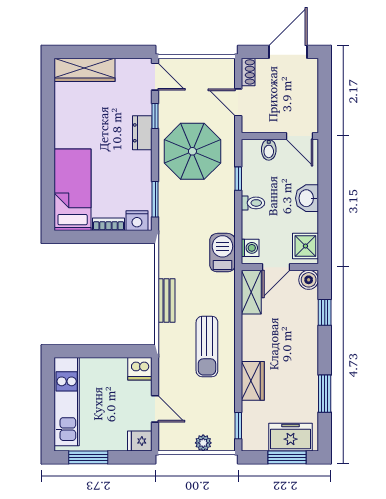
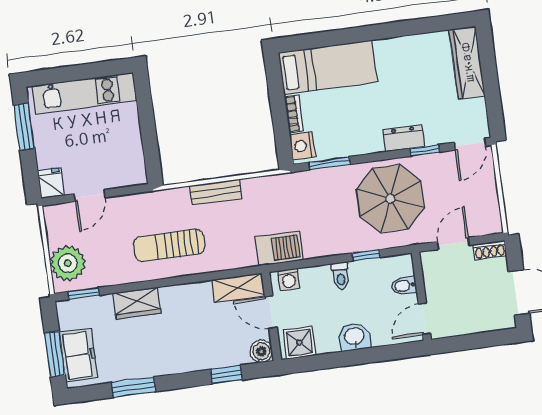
dishwasher: (140, 369) -> (133, 172), removed
plant: (203, 443) -> (68, 263), width x1.88, depth x1.88

